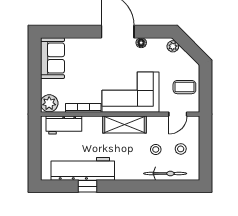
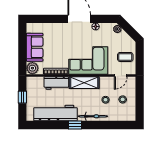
sofa: (52, 58) -> (35, 47), moved
workbench: (64, 125) -> (56, 83), moved
window: (35, 146) -> (22, 97), added
bicycle: (165, 173) -> (93, 116), moved
window: (87, 186) -> (75, 125), moved

